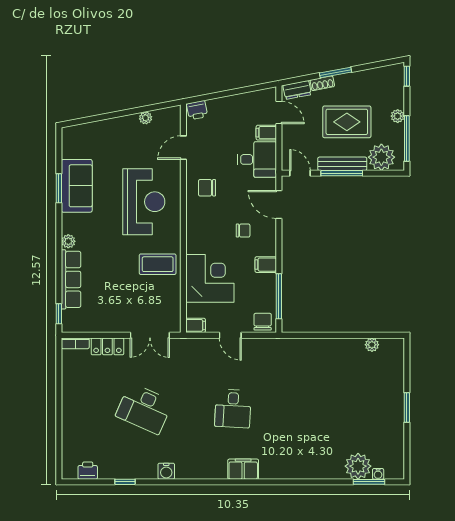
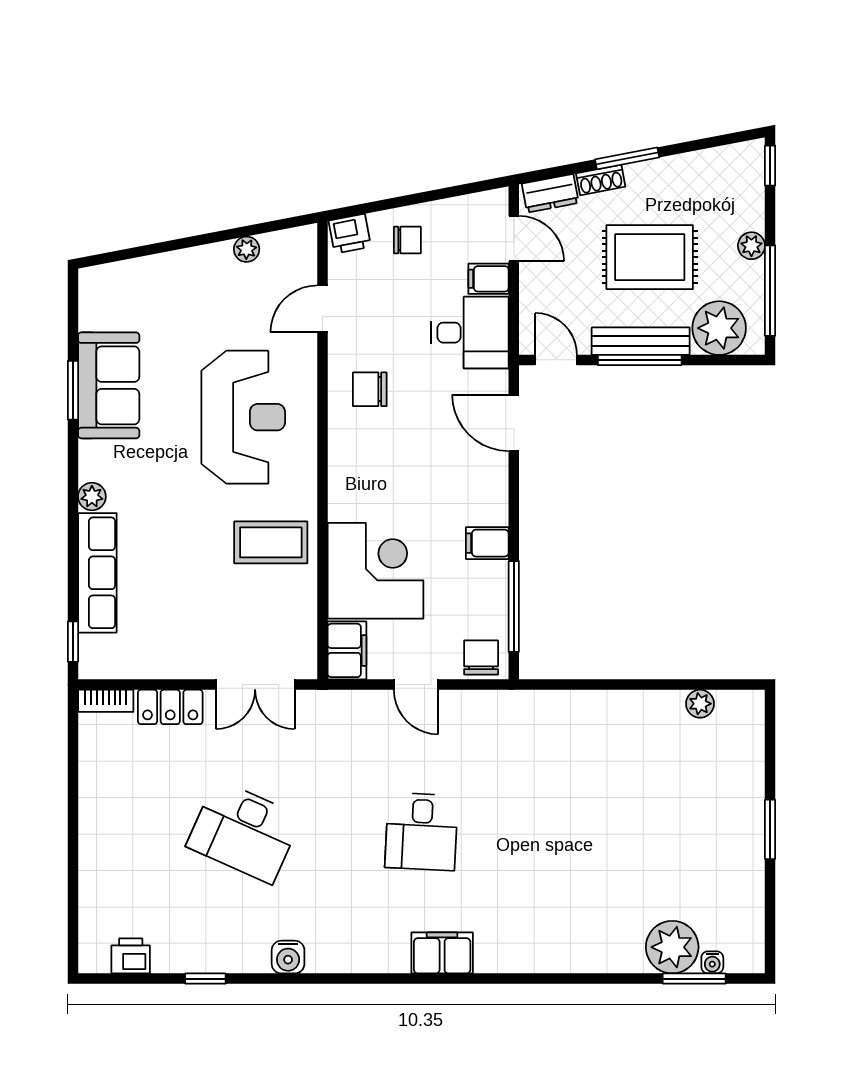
chair: (243, 231) -> (407, 240), moved
filing cabinet: (196, 325) -> (347, 650), width x2.00

